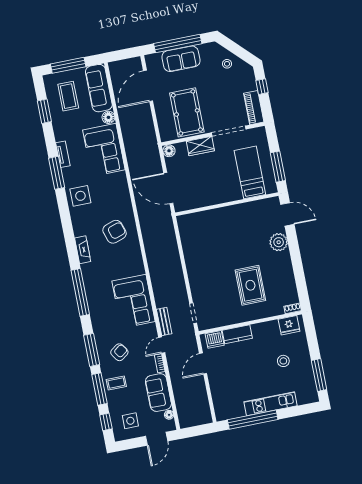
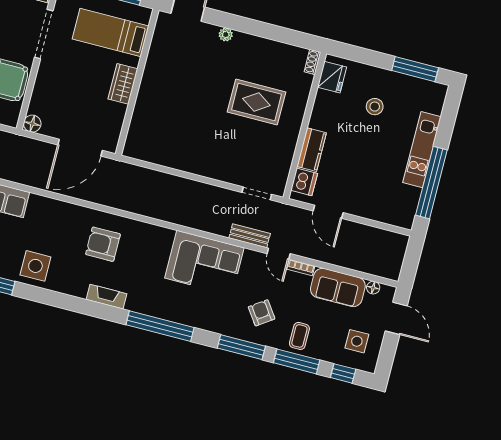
wardrobe: (200, 146) -> (123, 84), moved, turned 180
armchair: (115, 232) -> (103, 244), turned -72
plant: (279, 242) -> (226, 35), width x0.53, depth x0.53

